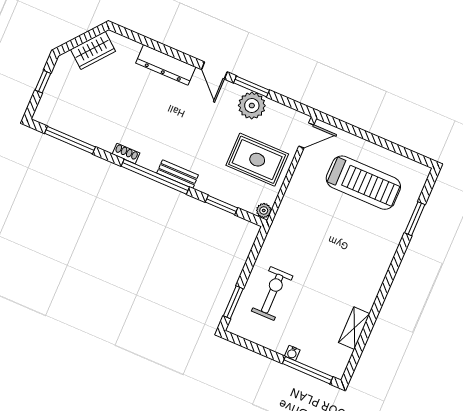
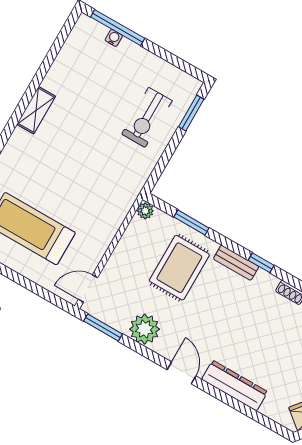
window: (251, 86) -> (103, 327), moved
rug: (257, 160) -> (179, 268), moved, turned 90
window: (155, 177) -> (261, 263), width x0.32
shelving: (354, 328) -> (36, 110), moved
water cooler: (292, 353) -> (114, 38), moved

